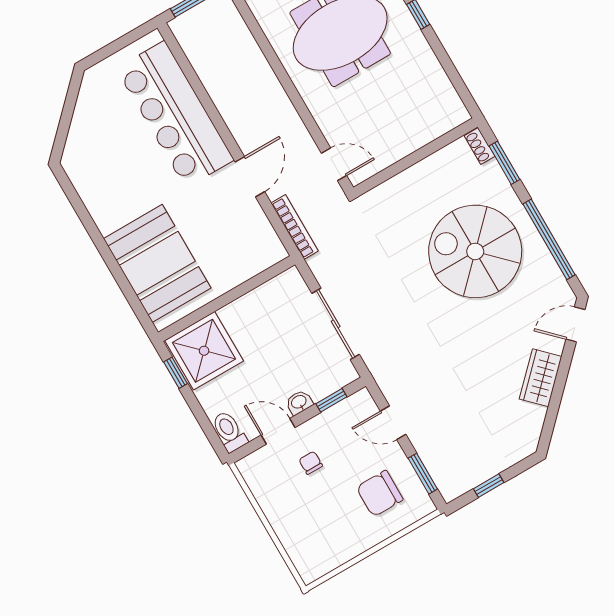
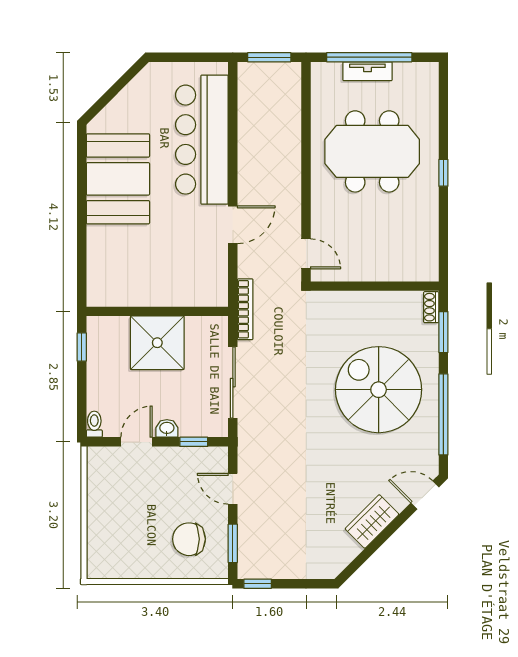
bookcase: (295, 227) -> (245, 309), moved
booth: (157, 263) -> (118, 179), moved
shower: (204, 351) -> (157, 343), moved
toilet: (229, 431) -> (94, 424), width x0.73, depth x0.72
door: (278, 431) -> (137, 442), hinge flipped
chair: (311, 463) -> (148, 482), removed
window: (489, 486) -> (258, 584), moved

